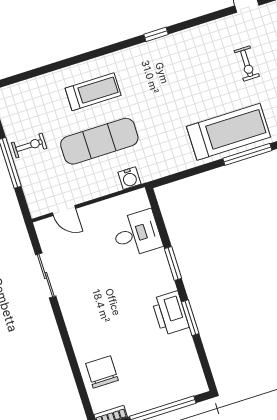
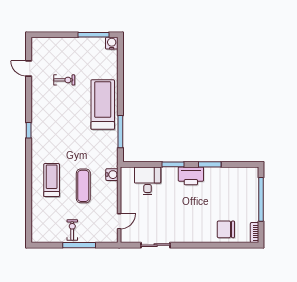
exercise mat: (99, 141) -> (83, 186), width x0.73, depth x0.69
window: (247, 154) -> (120, 132), moved
printer: (170, 313) -> (191, 176), moved

